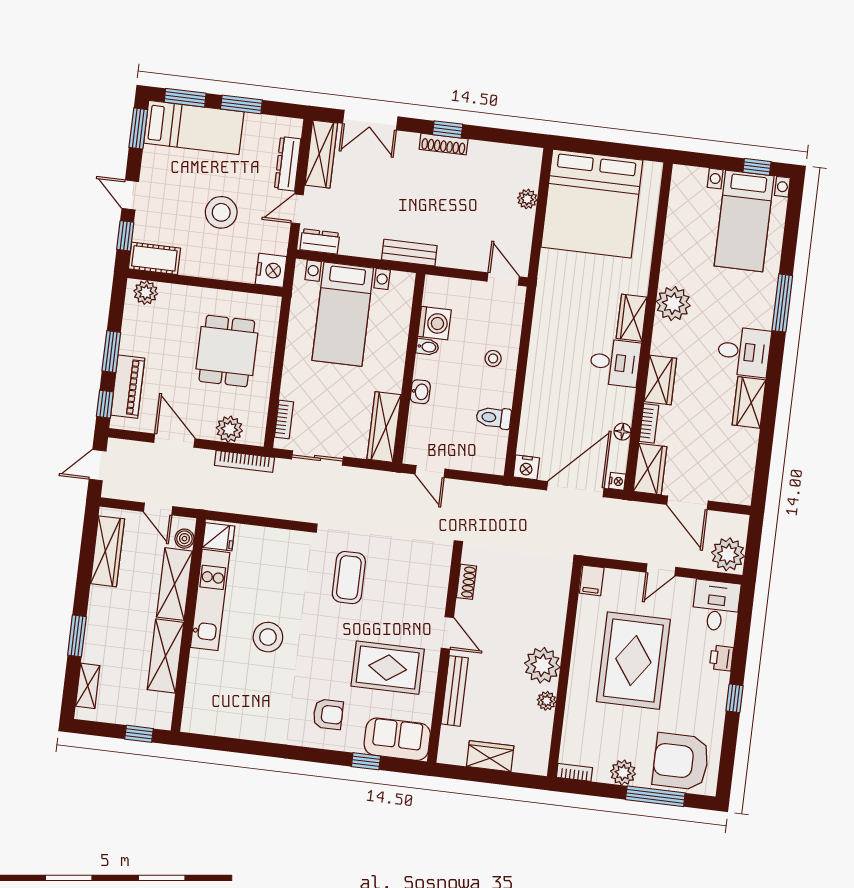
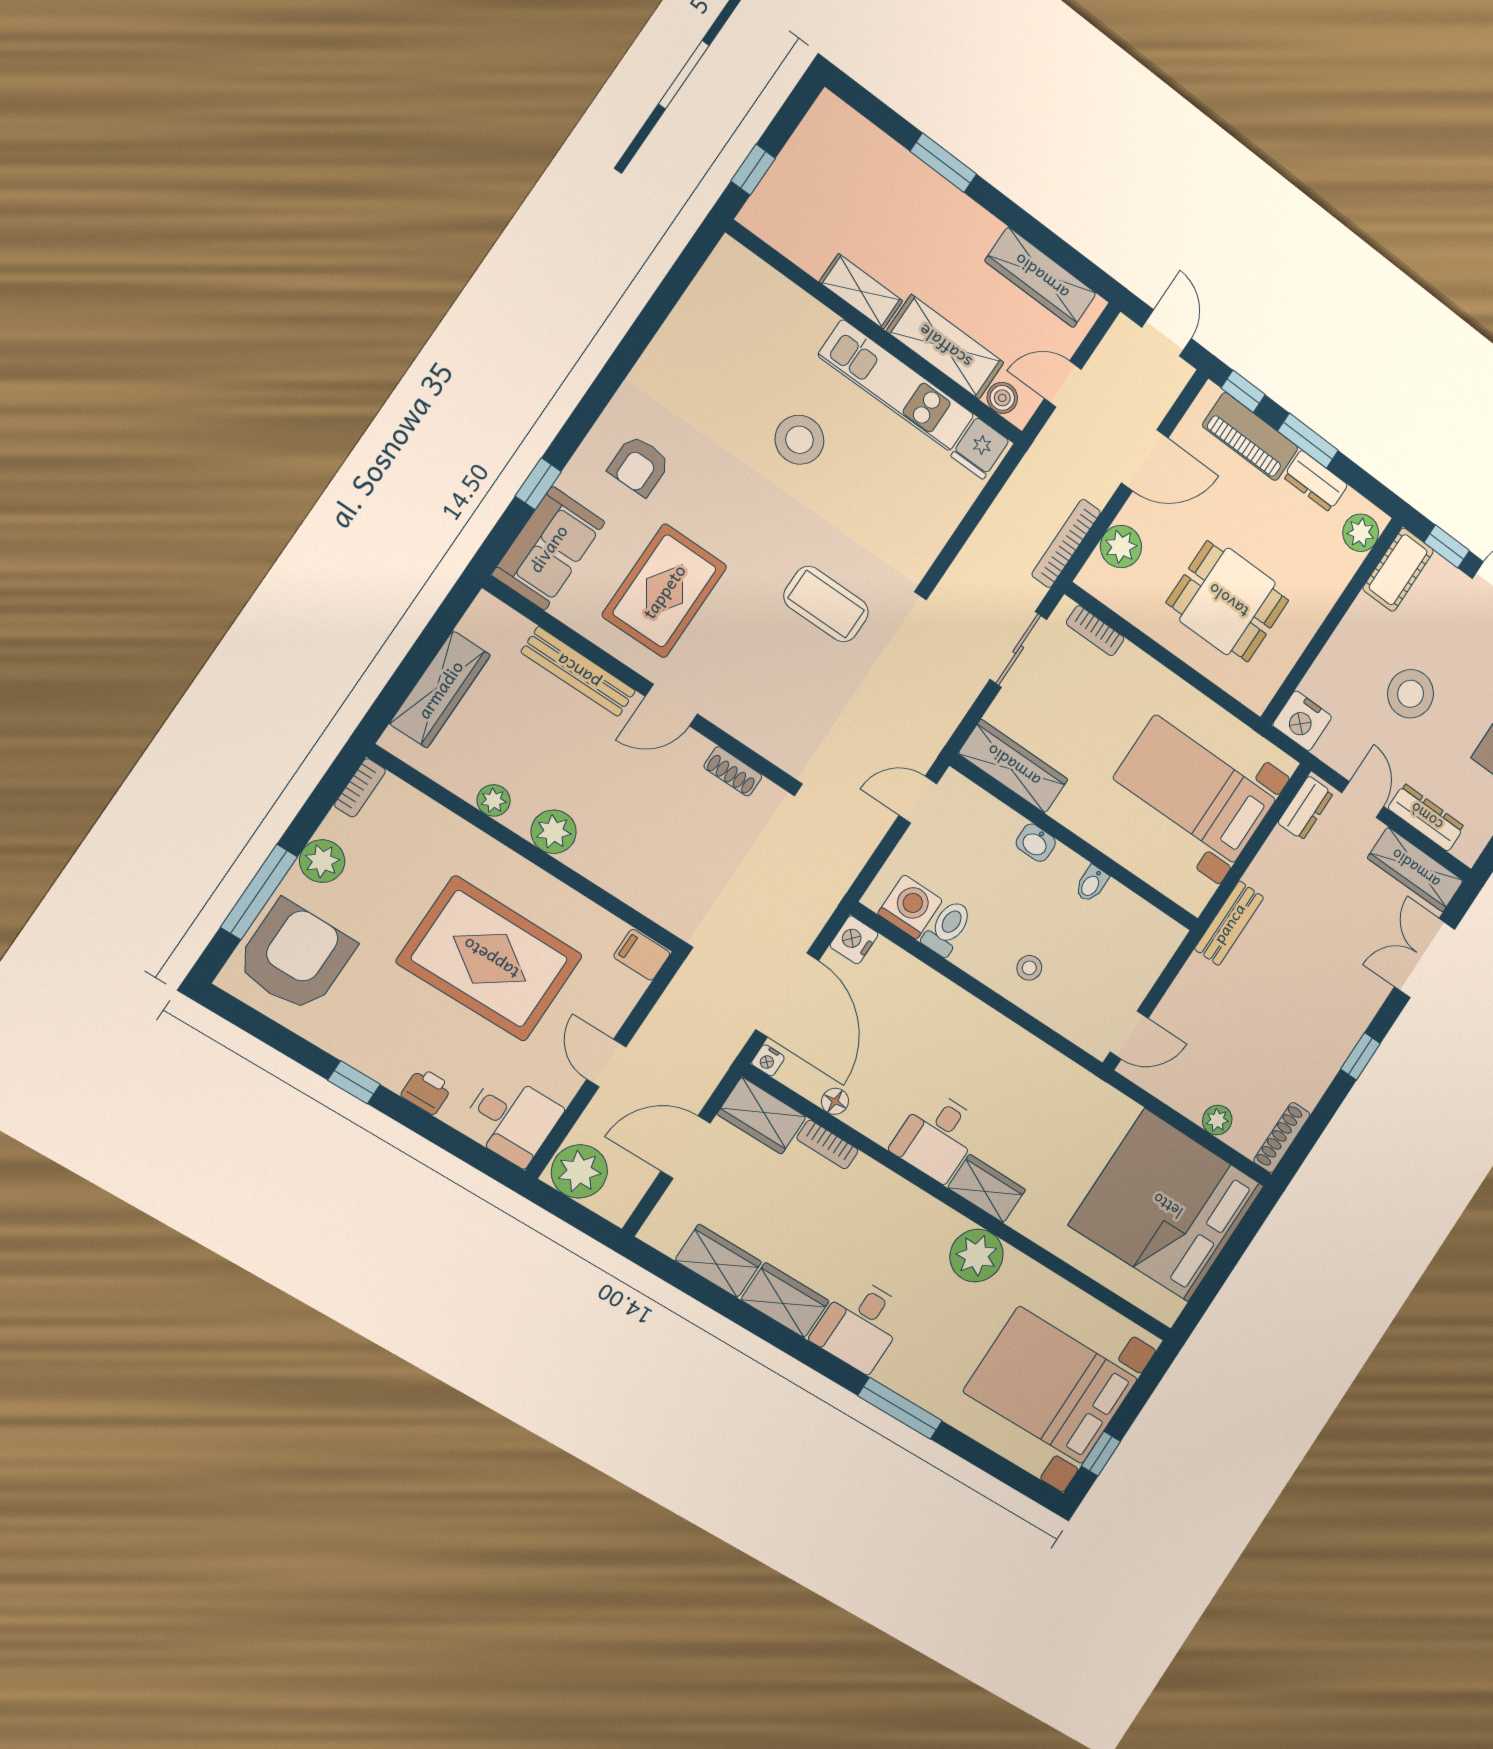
shoe rack: (444, 144) -> (1282, 1138), moved
bed with nightstands: (744, 221) -> (1051, 1385), width x1.36
washing machine: (434, 323) -> (910, 907), moved, turned 180
dresser: (131, 335) -> (1315, 481), added
wardrobe: (660, 380) -> (718, 1261), moved, turned 180
shelving: (166, 656) -> (861, 291), width x0.67, depth x0.75
plant: (542, 665) -> (554, 832), width x0.73, depth x0.73
shelving: (88, 686) -> (863, 136), removed
wardrobe: (490, 756) -> (440, 689), width x1.50

